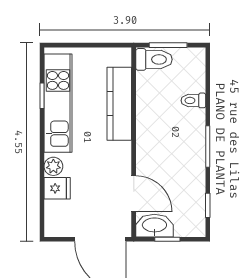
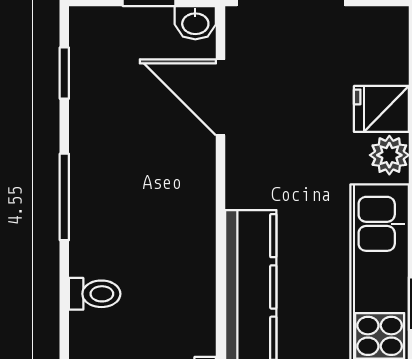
washbasin: (154, 226) -> (195, 23), width x0.52, depth x0.69

